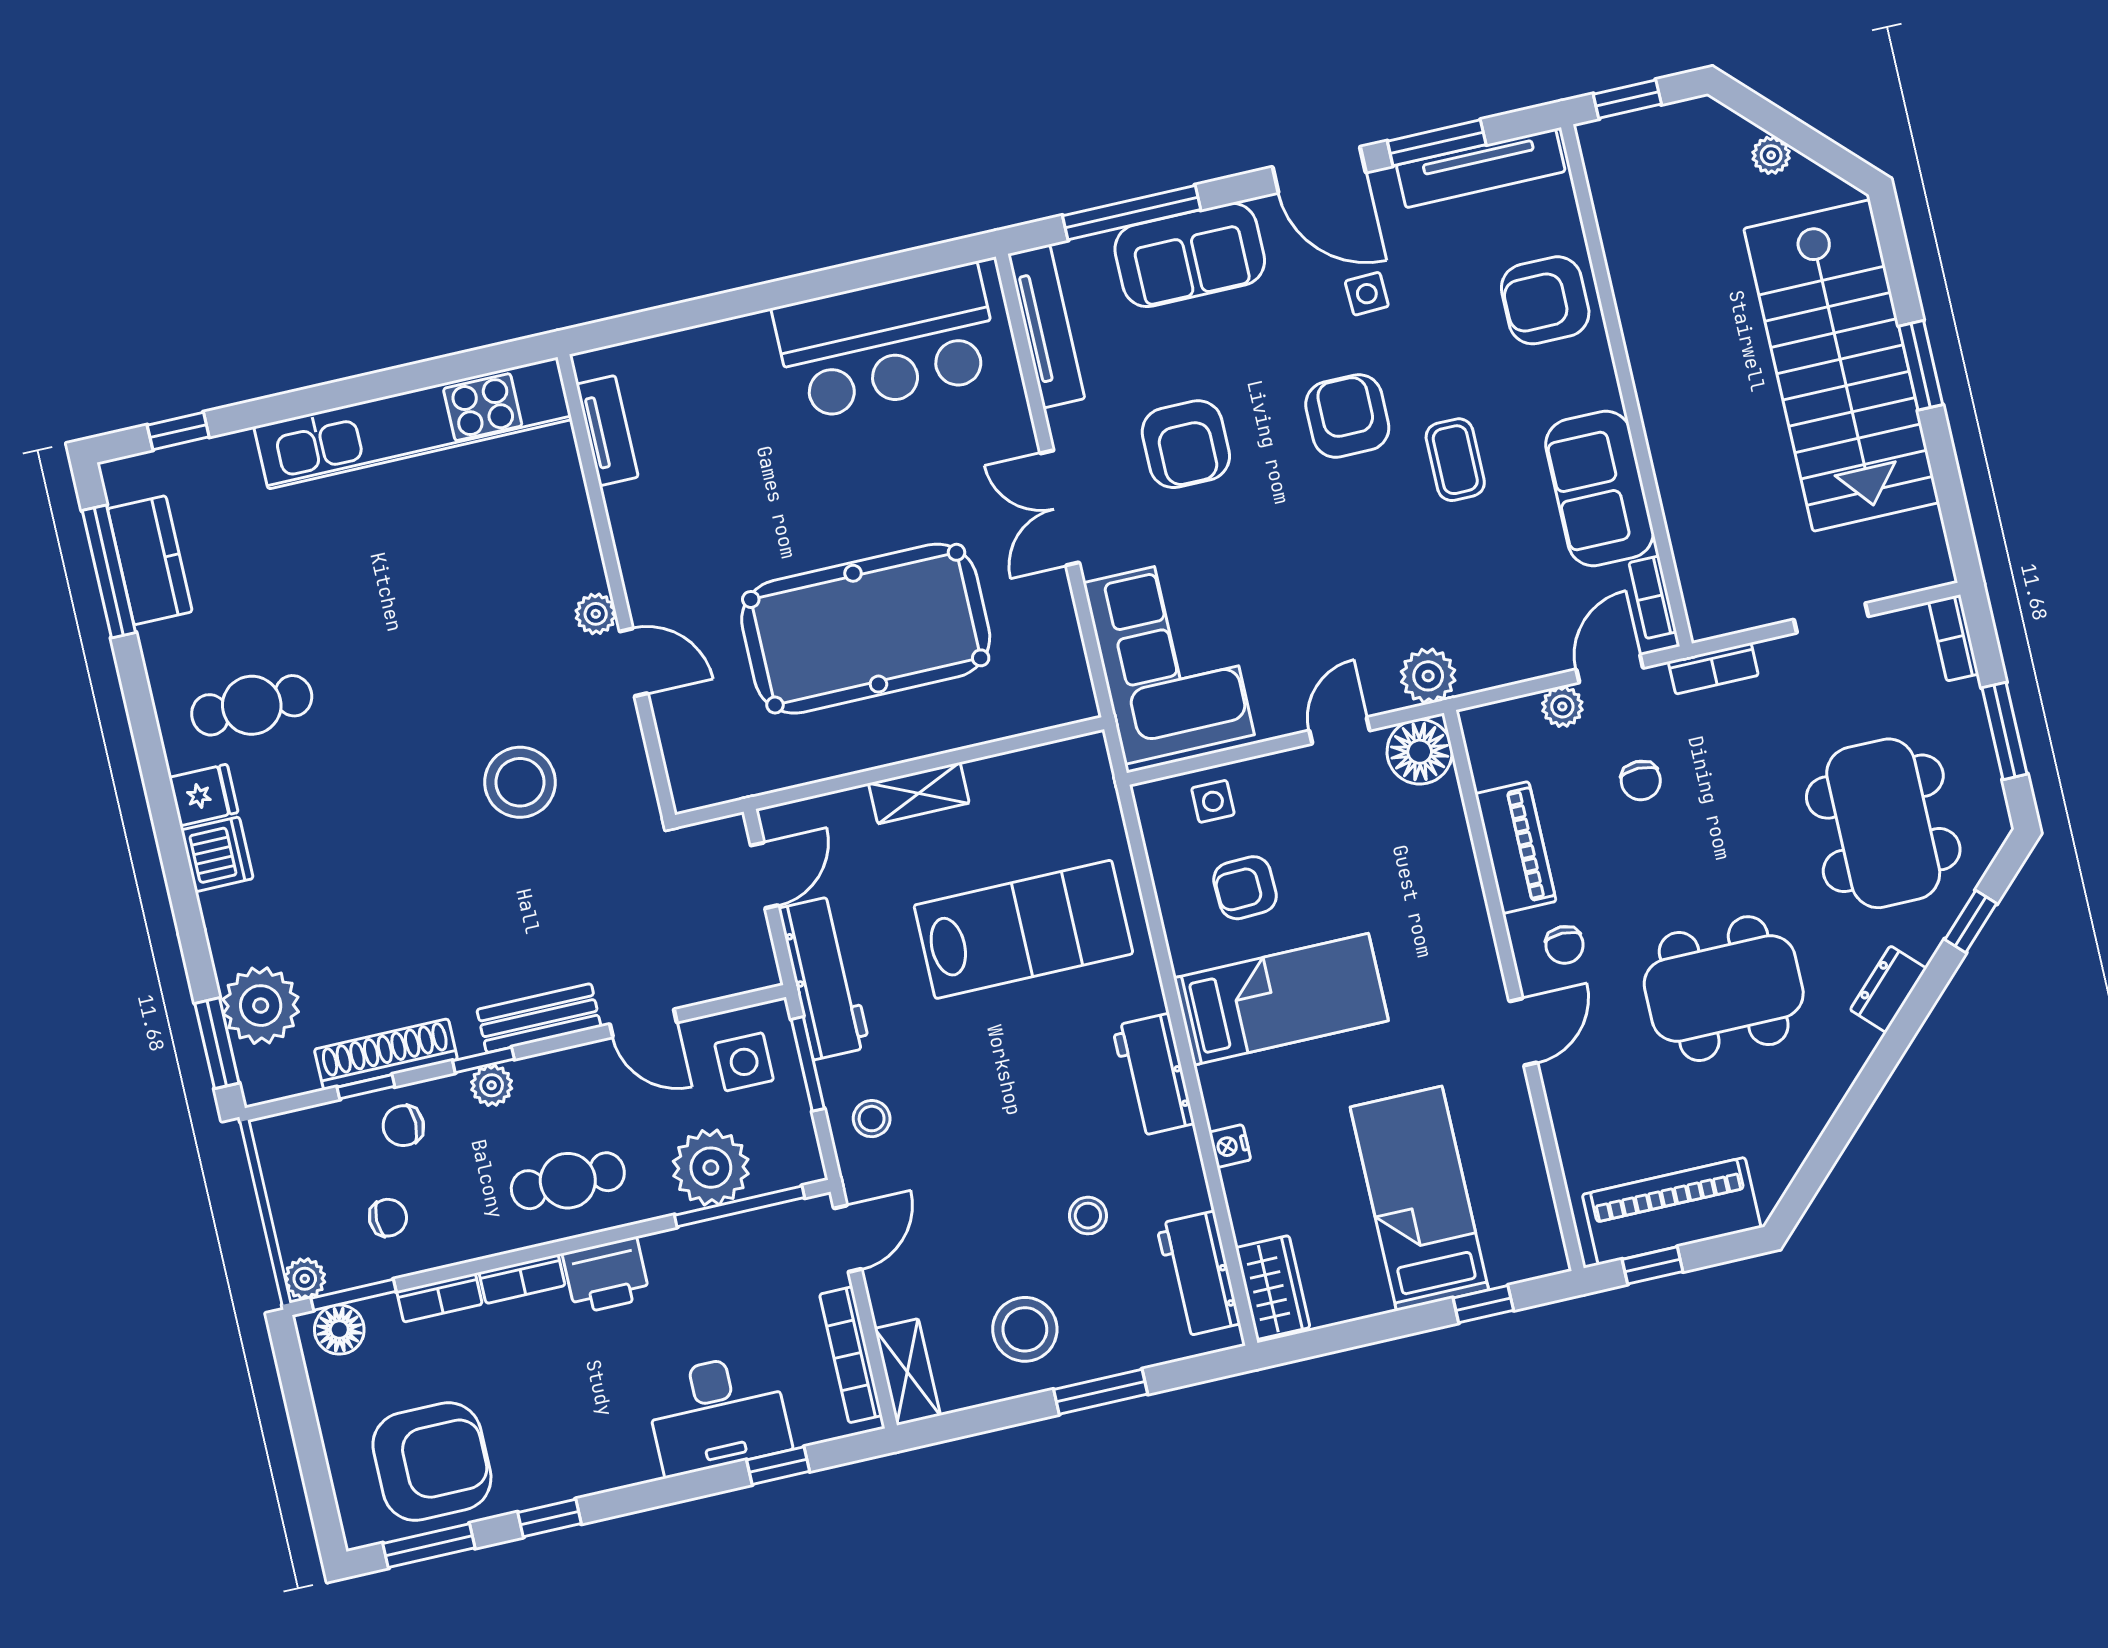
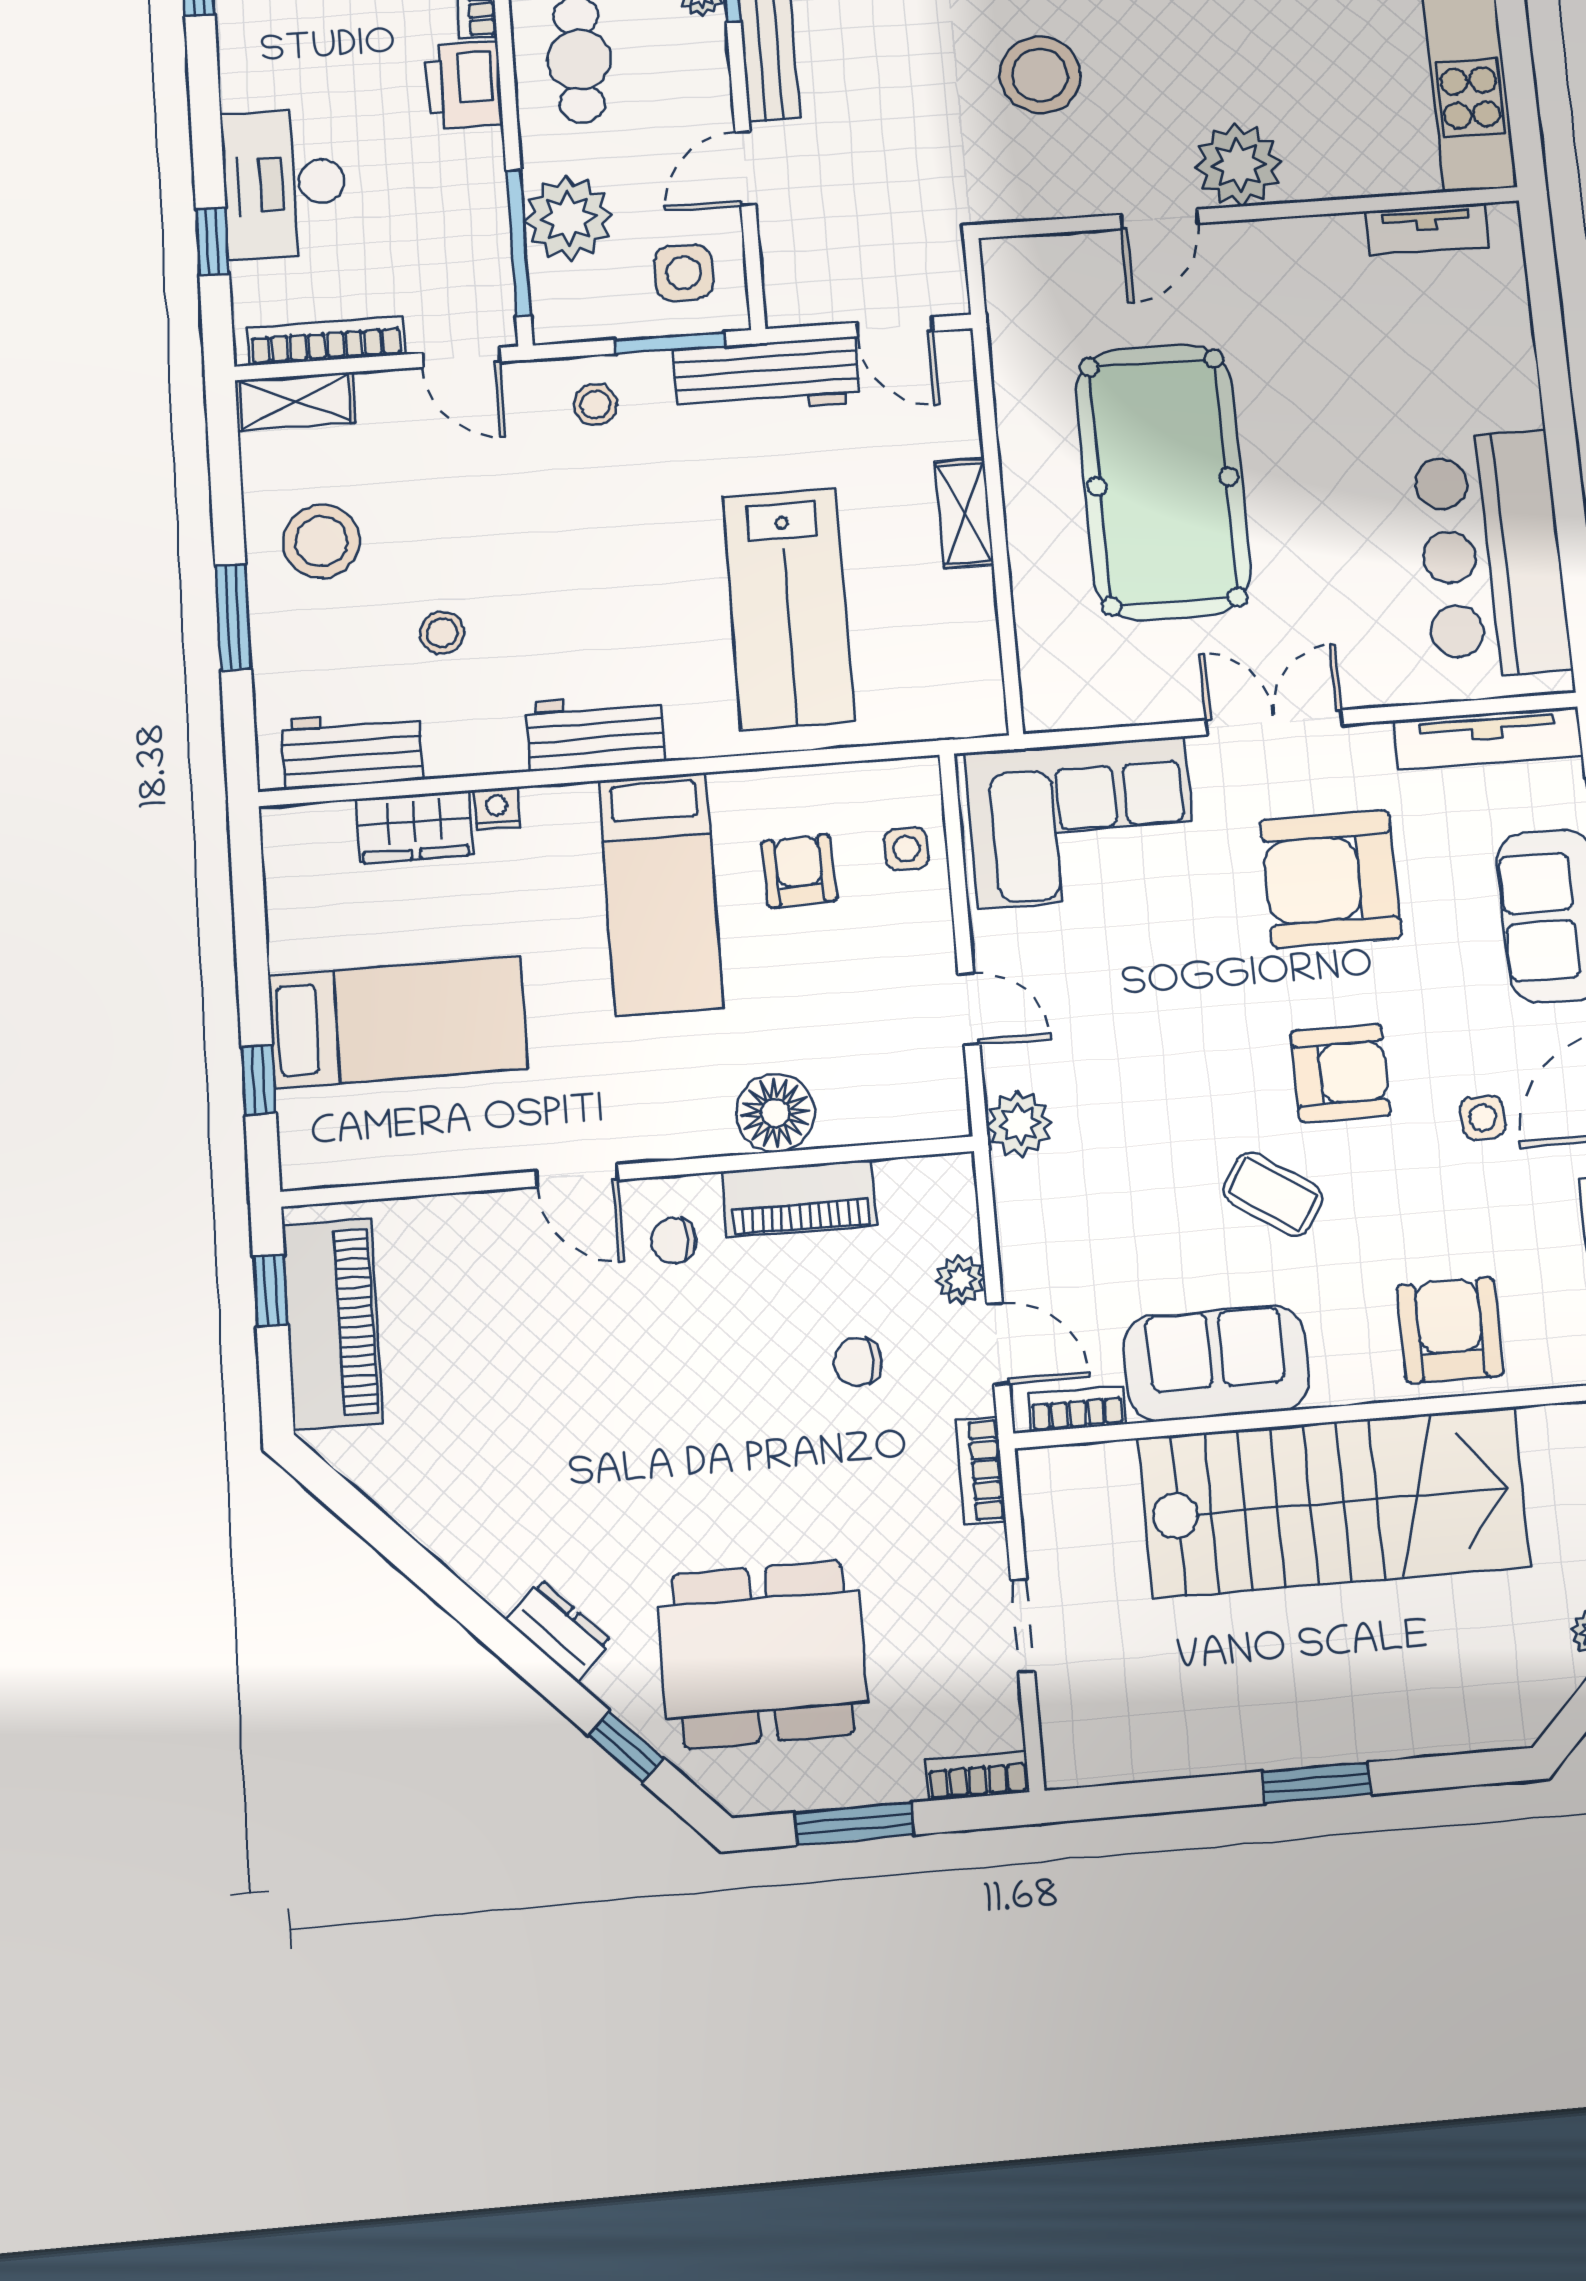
stairs: (1841, 366) -> (1334, 1502), moved, turned 180
armchair: (1186, 444) -> (1331, 879), width x1.36, depth x1.36
coffee table: (1455, 460) -> (1273, 1194), turned 33
plant: (596, 614) -> (1238, 165), width x1.87, depth x1.87
floor lamp: (1420, 752) -> (775, 1113), moved
dining table: (1724, 989) -> (591, 1427), removed
wardrobe: (1273, 1288) -> (414, 827), moved

